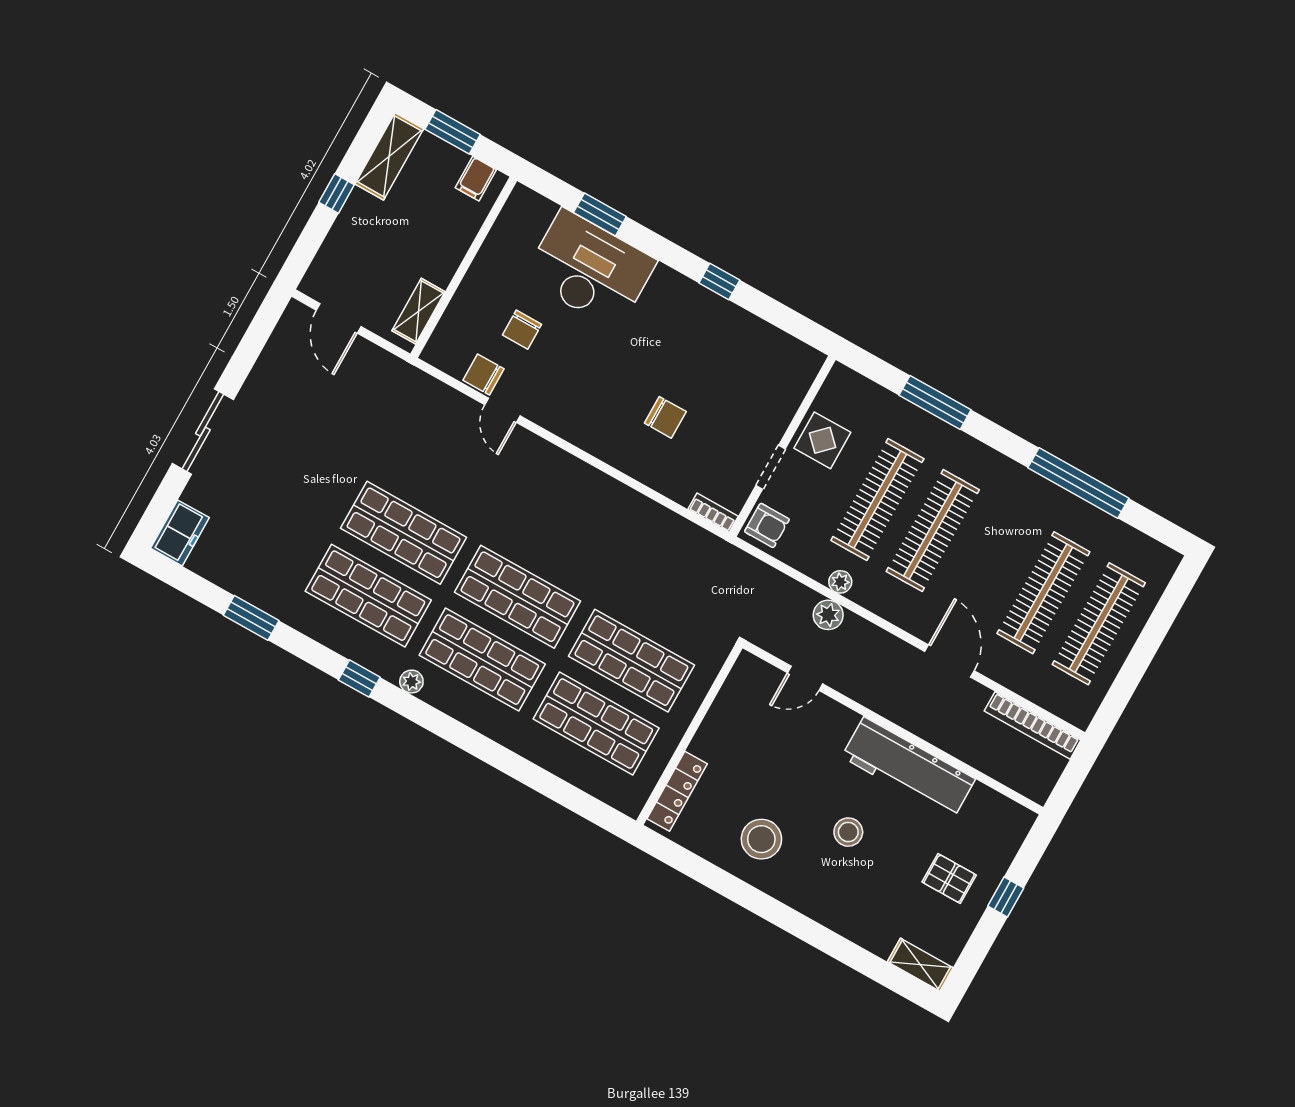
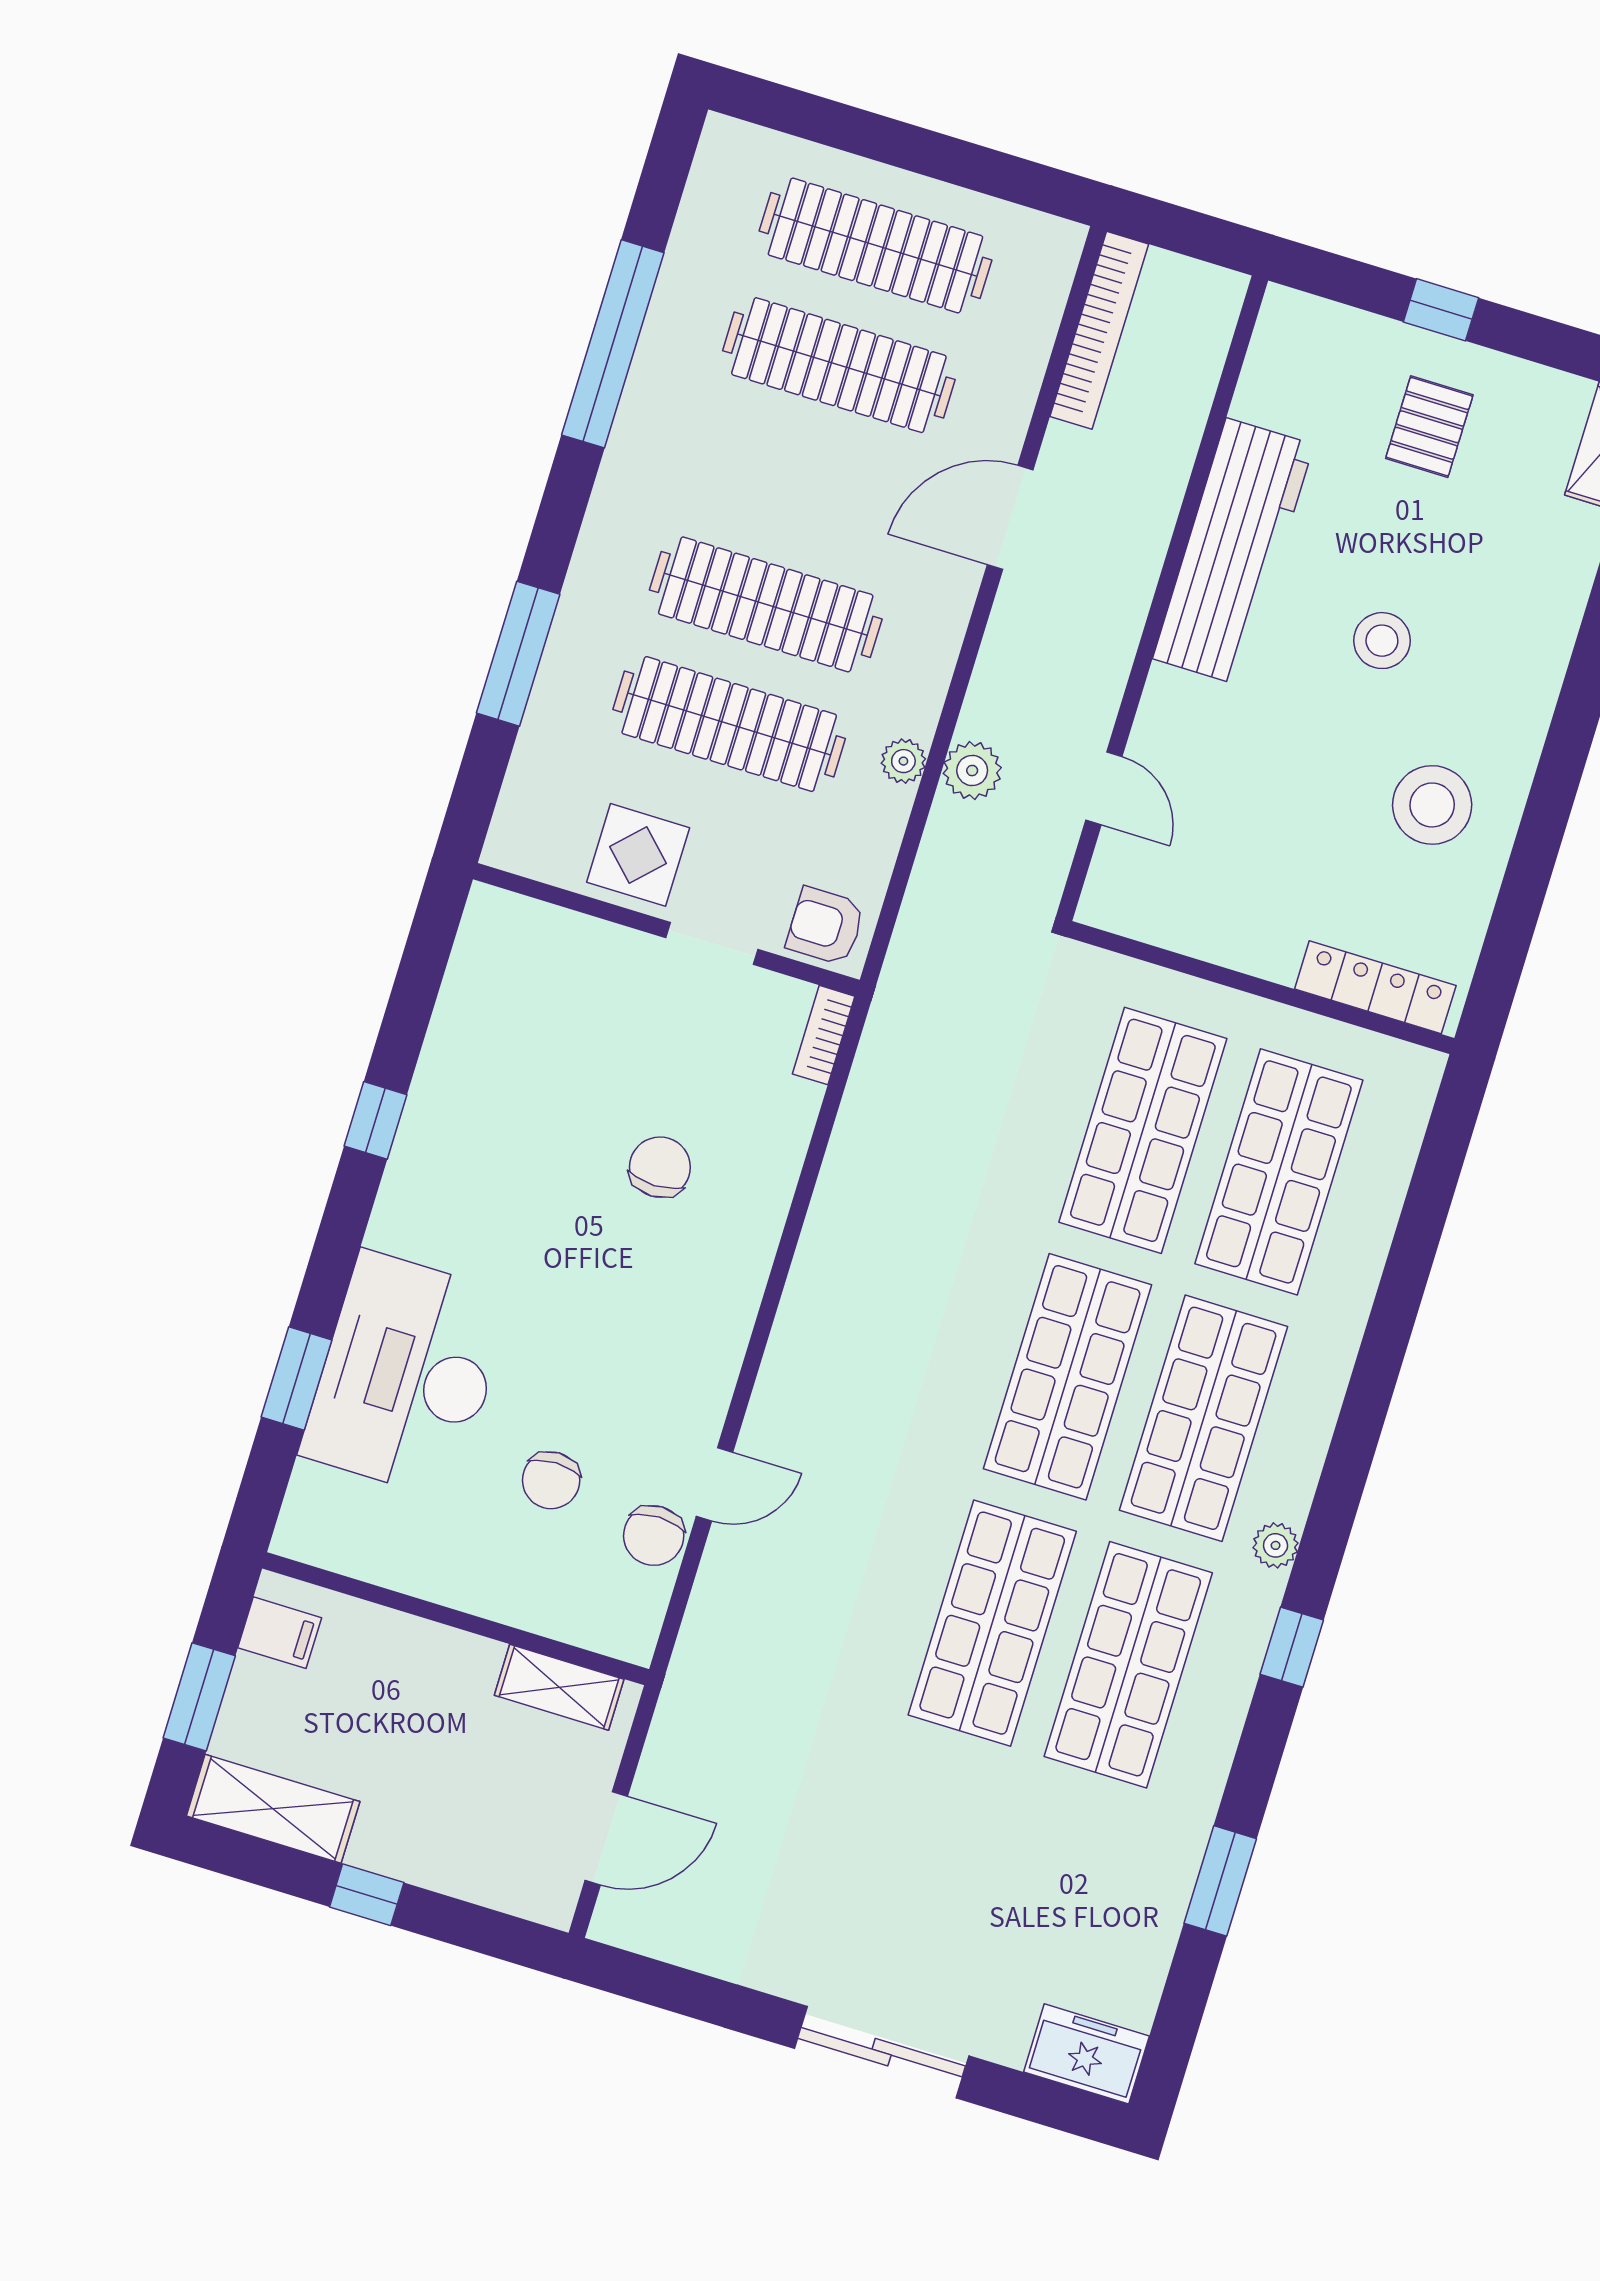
chair: (522, 330) -> (551, 1480), turned 90
armchair: (767, 525) -> (825, 926), turned -90

